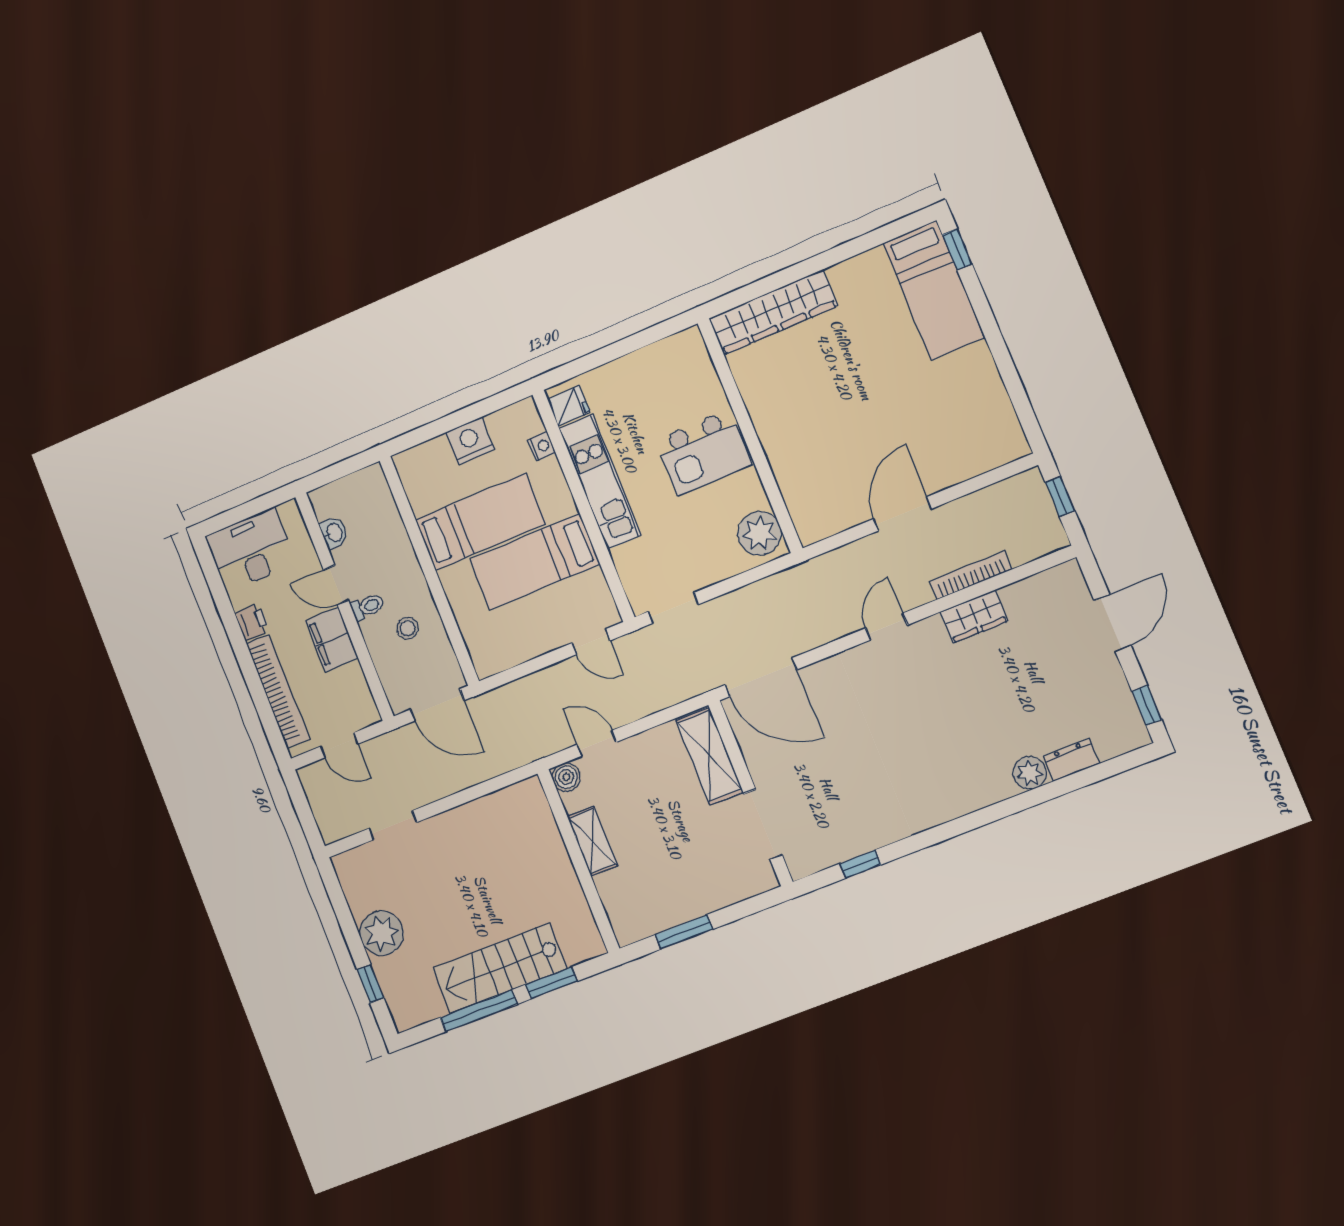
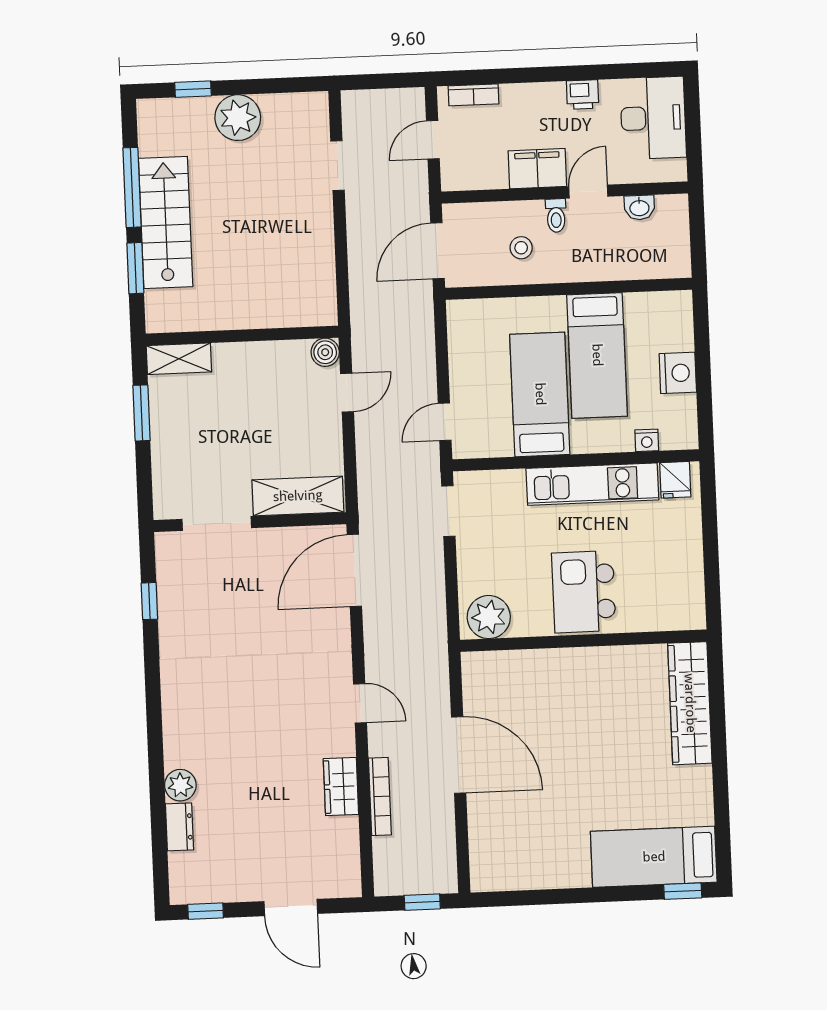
door: (902, 514) -> (459, 755), width x1.36
bookcase: (278, 691) -> (474, 95), width x0.43, depth x0.76
shelving: (592, 841) -> (179, 359), moved

